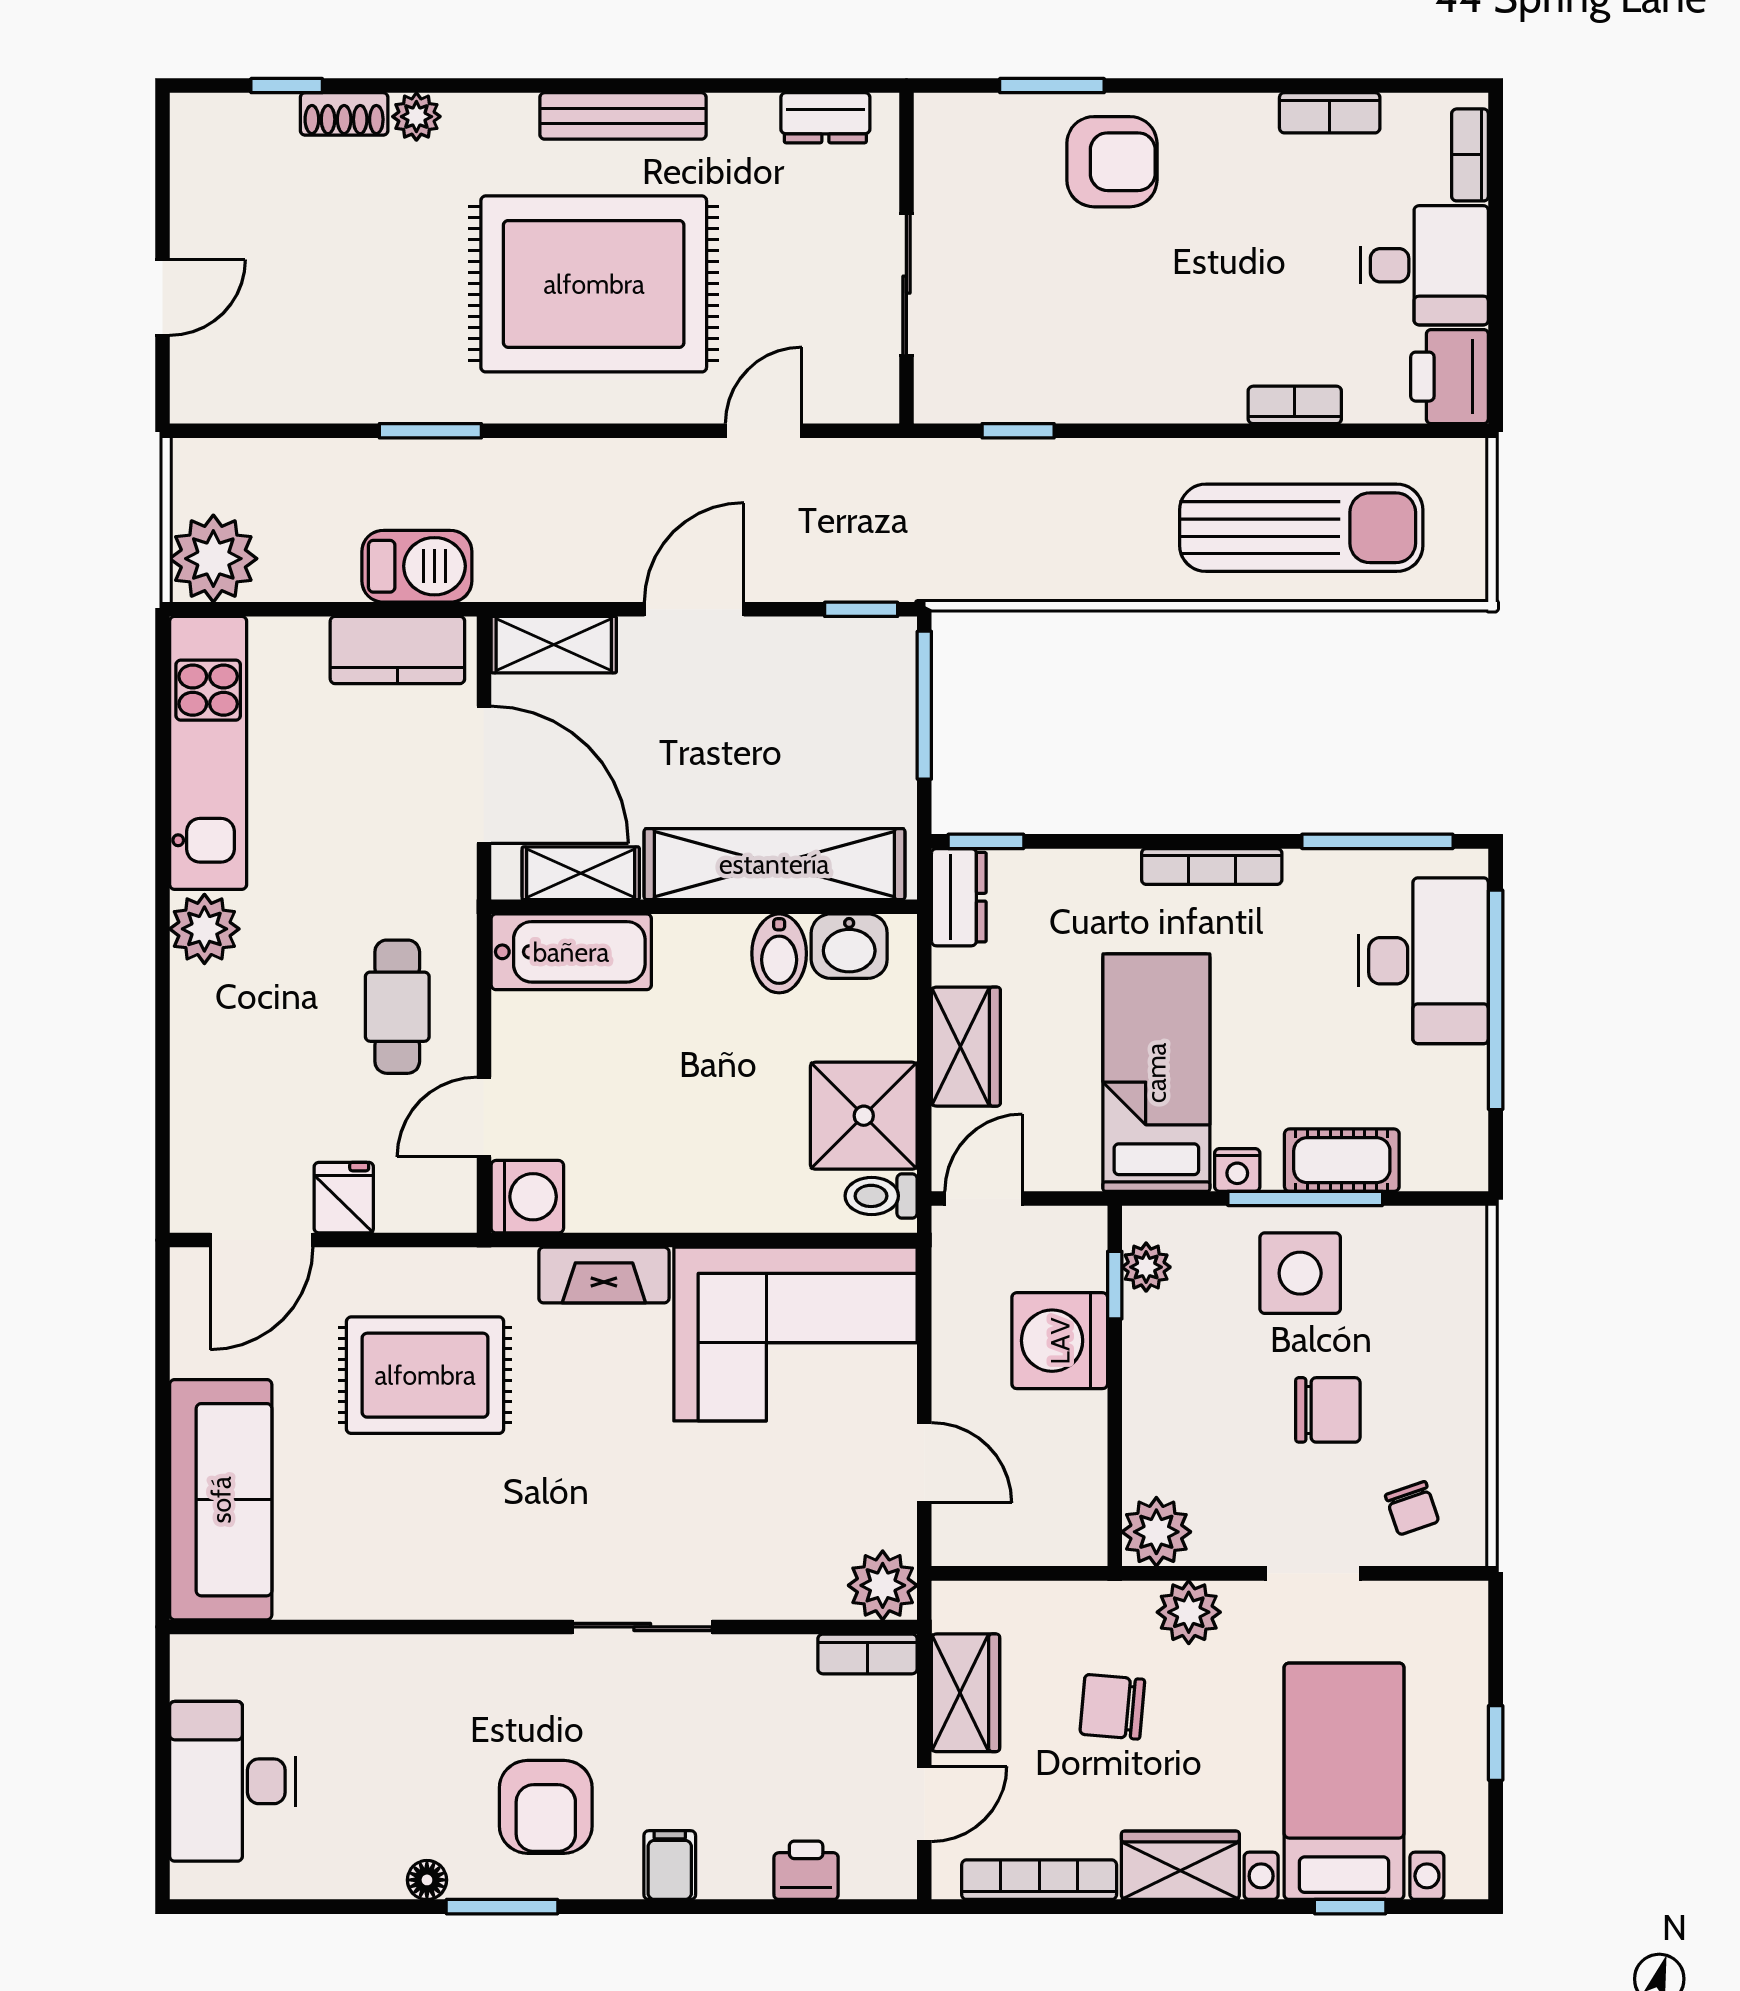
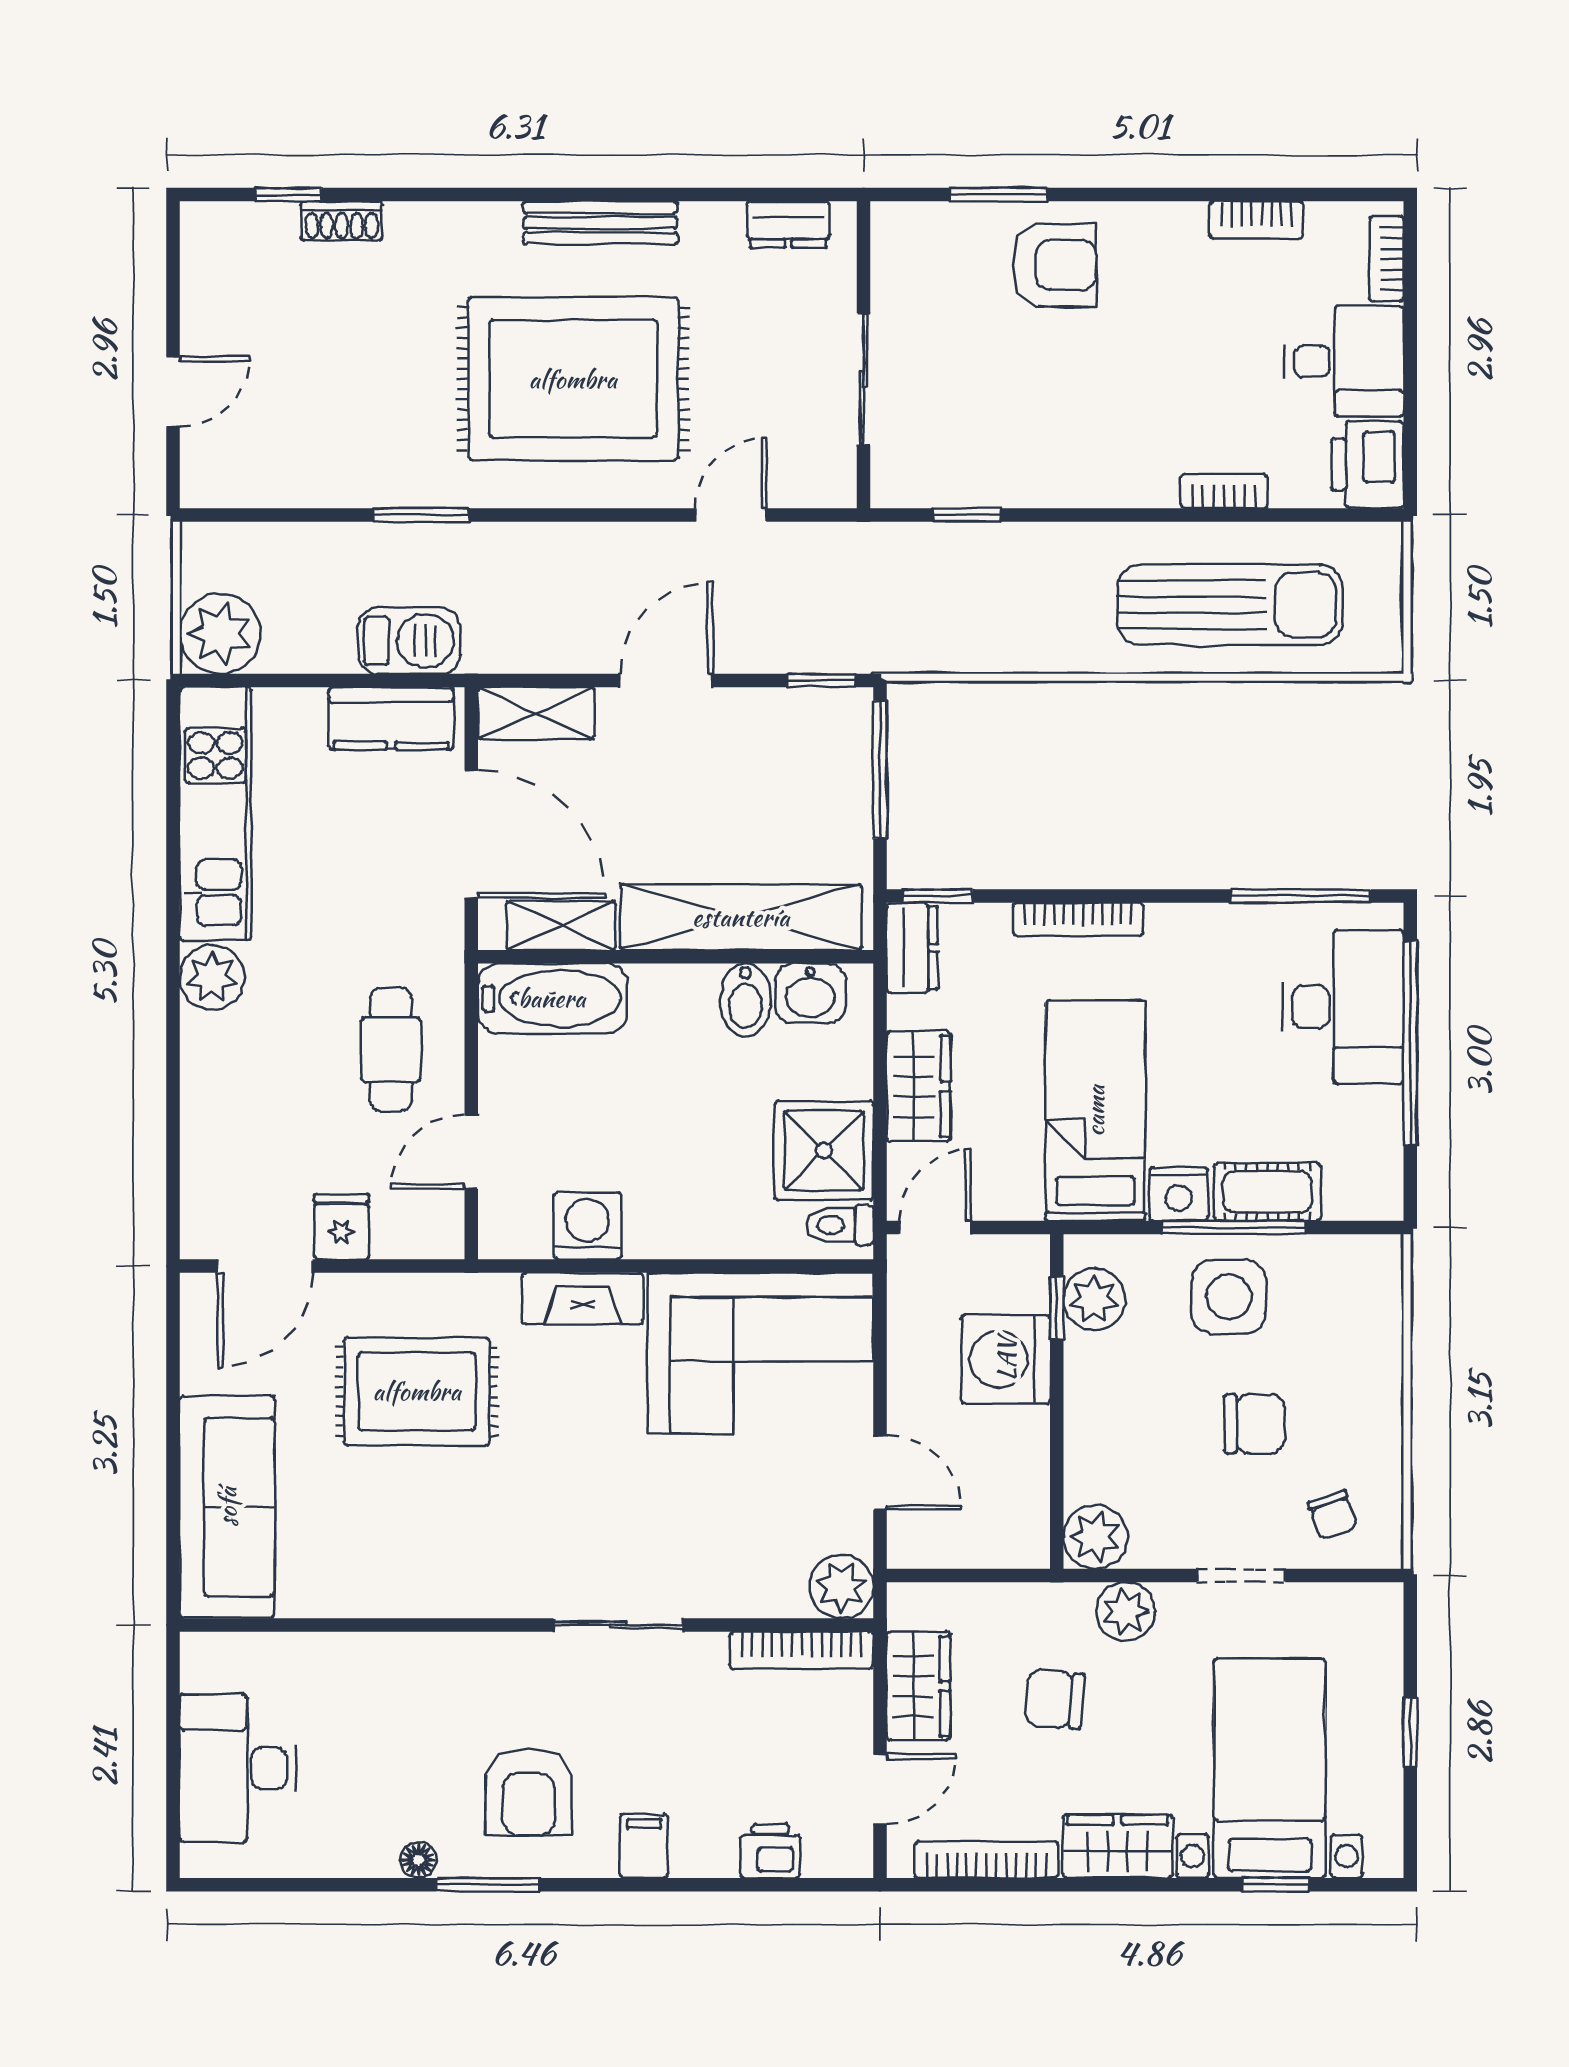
plant: (416, 117) -> (409, 223), removed
bookcase: (1212, 866) -> (1078, 919), moved
nightstand: (1237, 1170) -> (1179, 1194), width x1.39, depth x1.35
washing machine: (527, 1197) -> (587, 1226), moved, turned -90
plant: (1146, 1267) -> (1094, 1300), width x1.38, depth x1.38
bookcase: (868, 1654) -> (801, 1650), width x1.56

